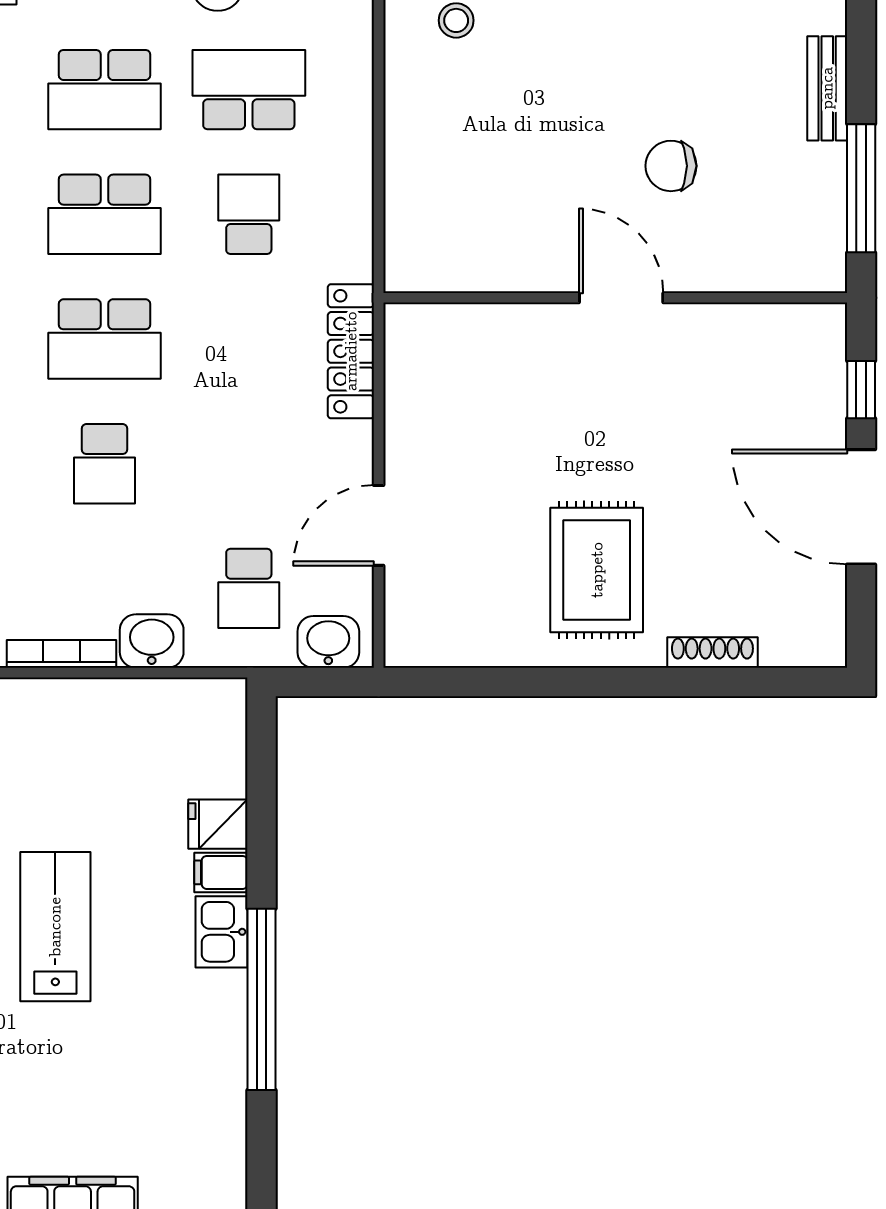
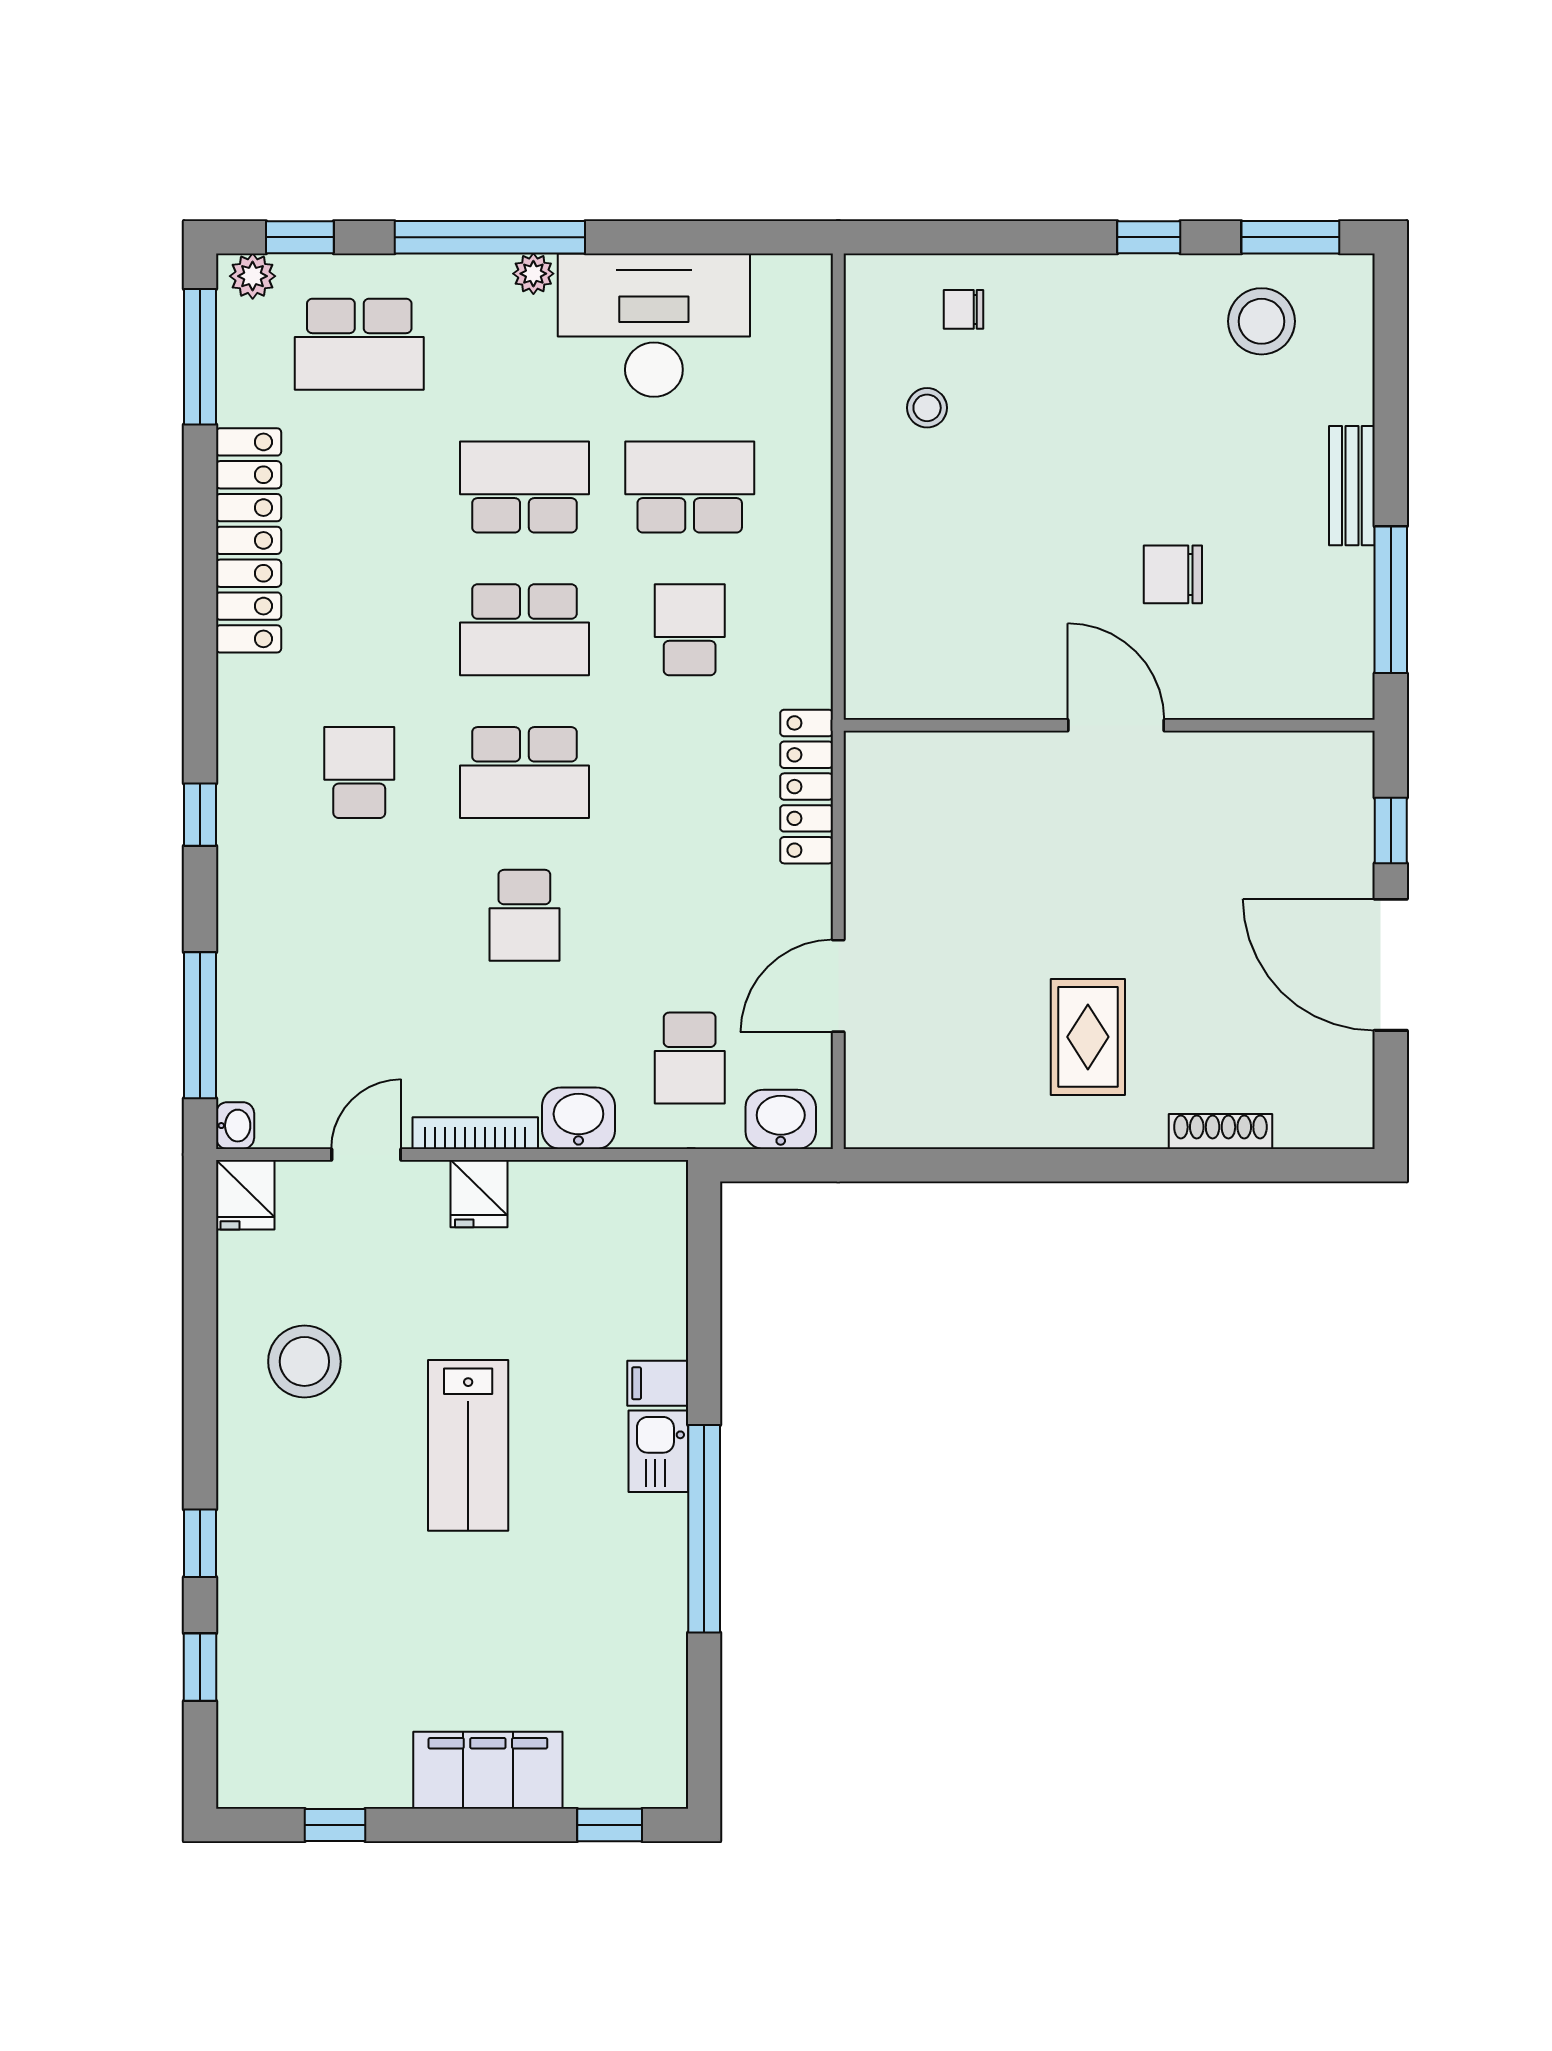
school desk: (104, 90) -> (524, 487), turned 180
rug: (597, 570) -> (1088, 1037), width x0.73, depth x0.70
fridge: (218, 824) -> (479, 1194), moved, turned -90
lab bench: (55, 927) -> (468, 1445), turned 180

